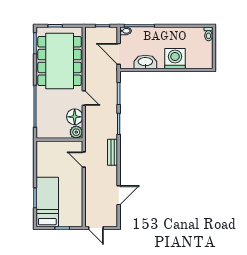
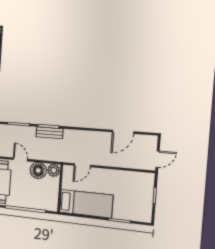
door: (84, 98) -> (20, 159), hinge flipped
bench: (113, 152) -> (50, 133), moved
door: (119, 195) -> (123, 132), swing flipped
bed: (47, 202) -> (86, 204), moved, turned 180

